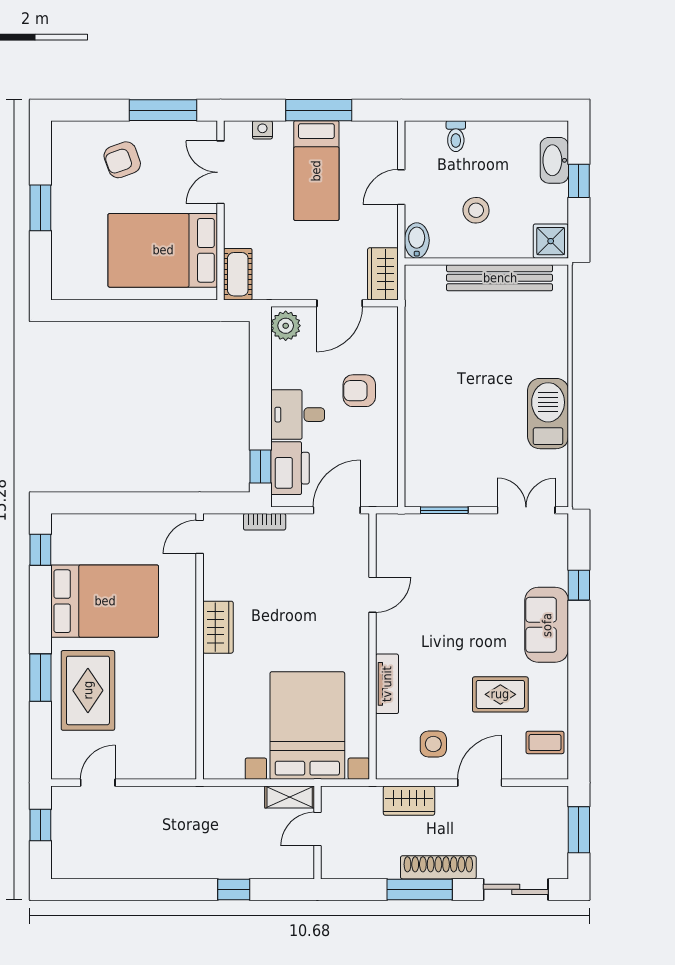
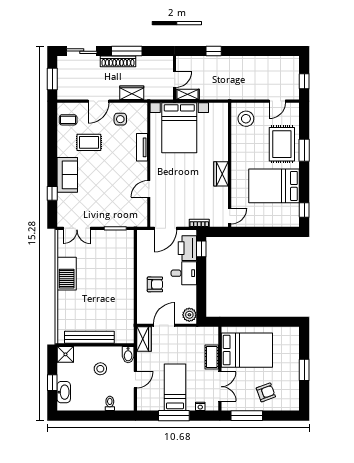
cot: (238, 274) -> (212, 357), moved
stool: (165, 745) -> (246, 119), added

